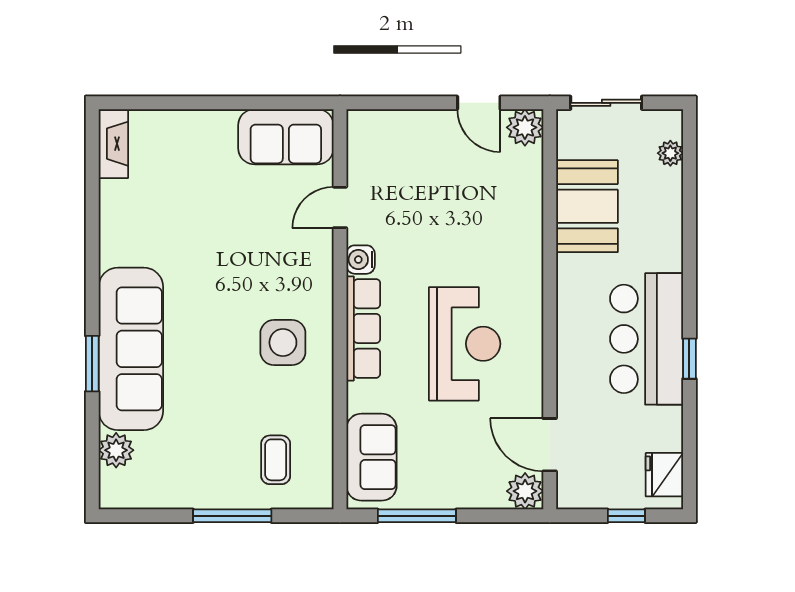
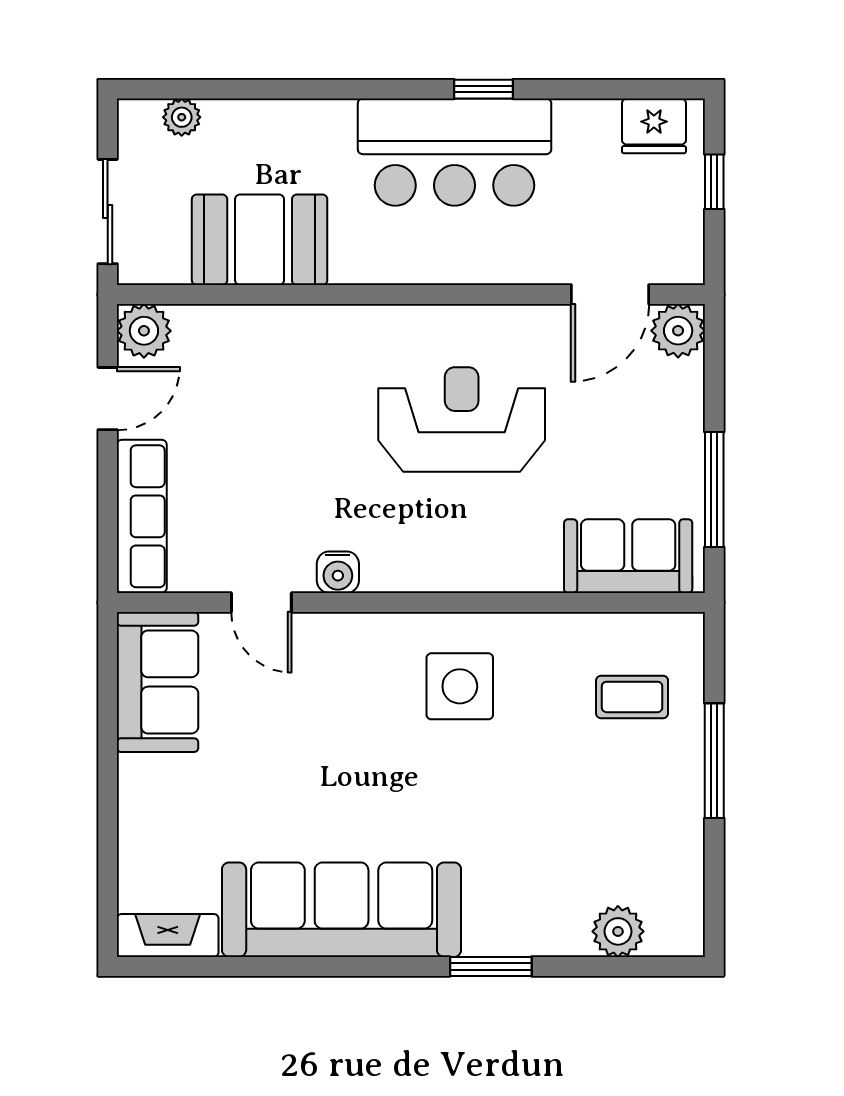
row of seats: (363, 328) -> (142, 516), moved, turned 90
sofa: (131, 349) -> (342, 910), moved

